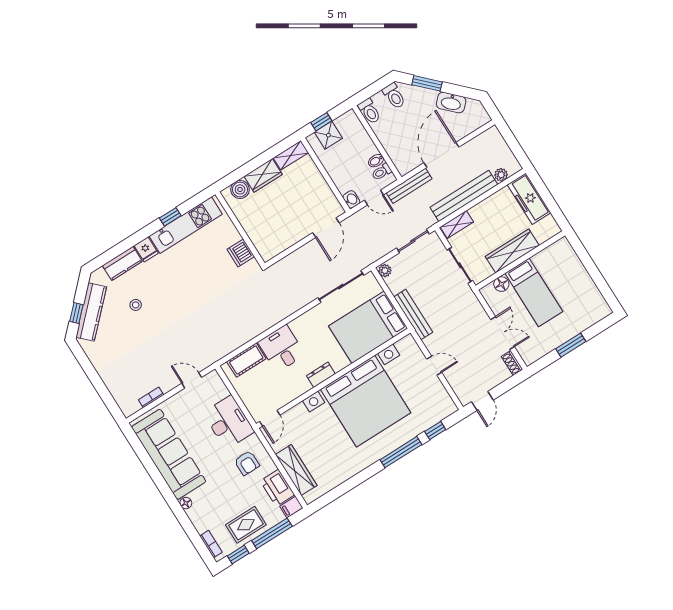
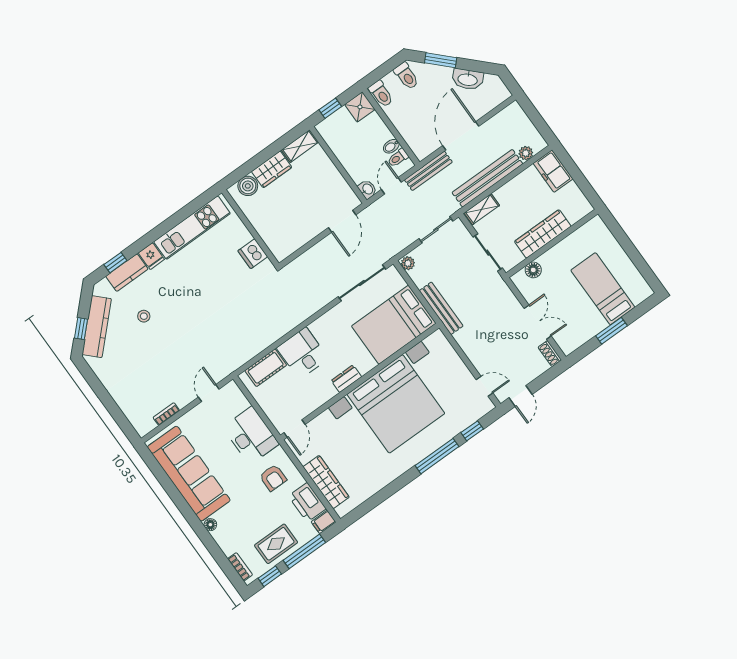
shower: (328, 135) -> (360, 107), moved
door: (374, 197) -> (391, 186), swing flipped
freezer: (529, 199) -> (553, 171), width x0.71
window: (170, 217) -> (115, 263), moved
bed: (534, 292) -> (603, 289), moved, turned 180
door: (434, 366) -> (485, 386), moved
door: (192, 380) -> (209, 393), hinge flipped

